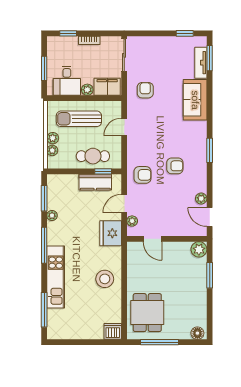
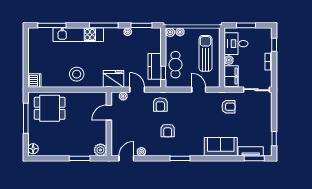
plant: (53, 138) -> (170, 32), moved

